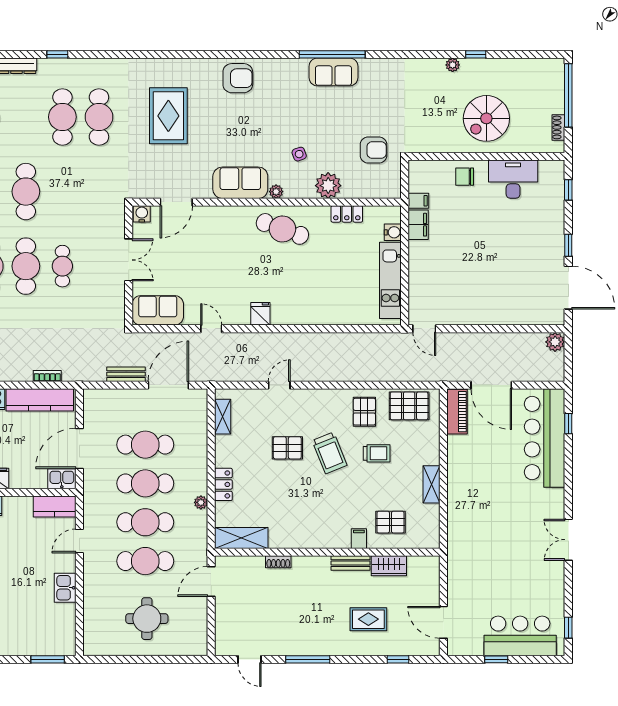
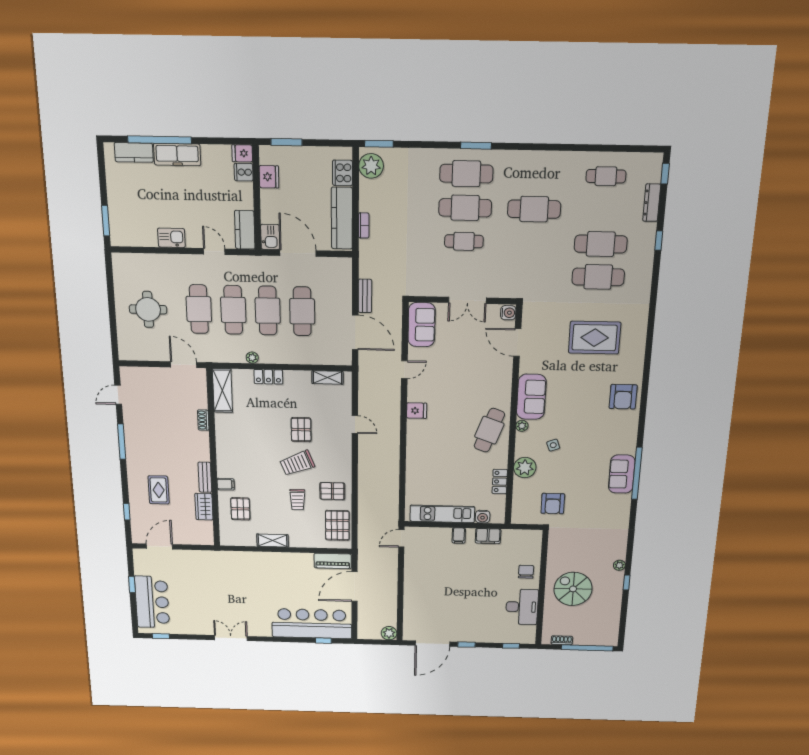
filing cabinet: (418, 201) -> (459, 536), moved

